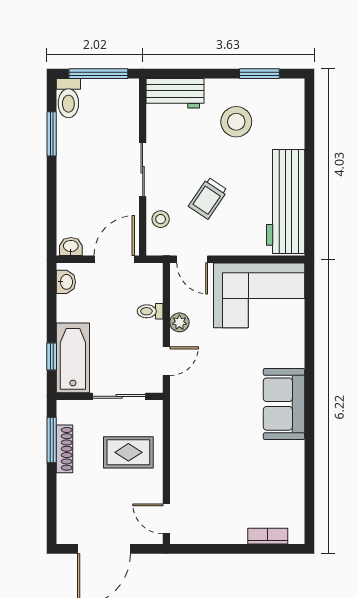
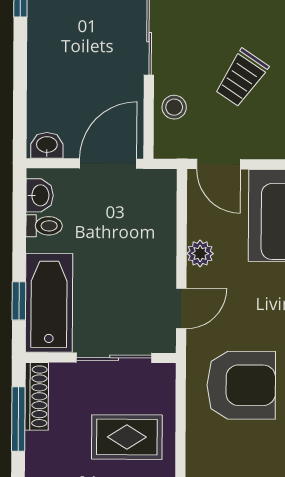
toilet: (150, 311) -> (44, 226), moved, turned 180
armchair: (209, 415) -> (241, 385), added
shoe rack: (65, 449) -> (37, 396), moved

